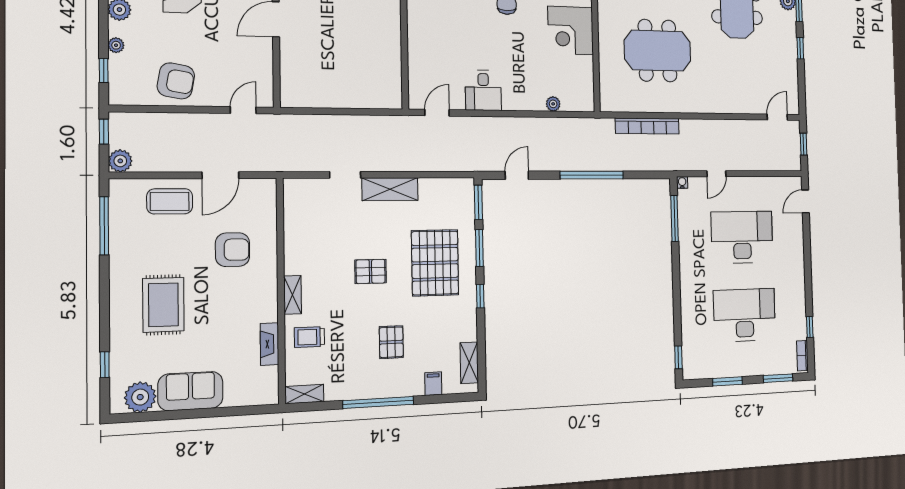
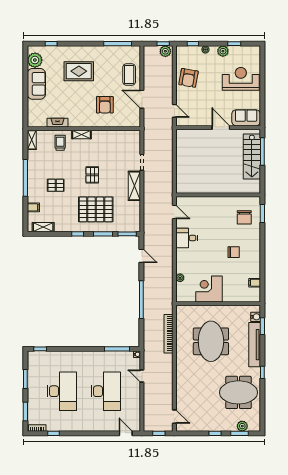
corner desk: (571, 30) -> (209, 289), moved
plant: (120, 161) -> (165, 51), moved

